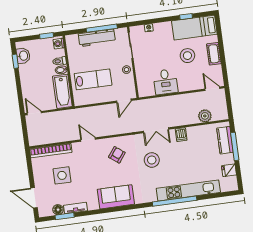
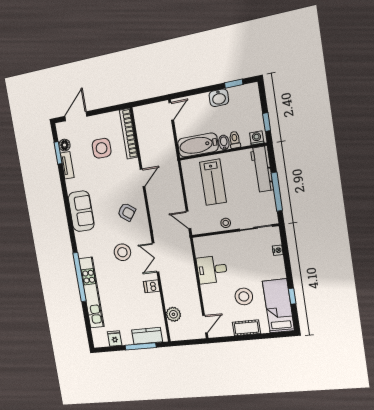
workbench: (97, 38) -> (262, 169), moved
washbasin: (23, 56) -> (219, 98), moved

